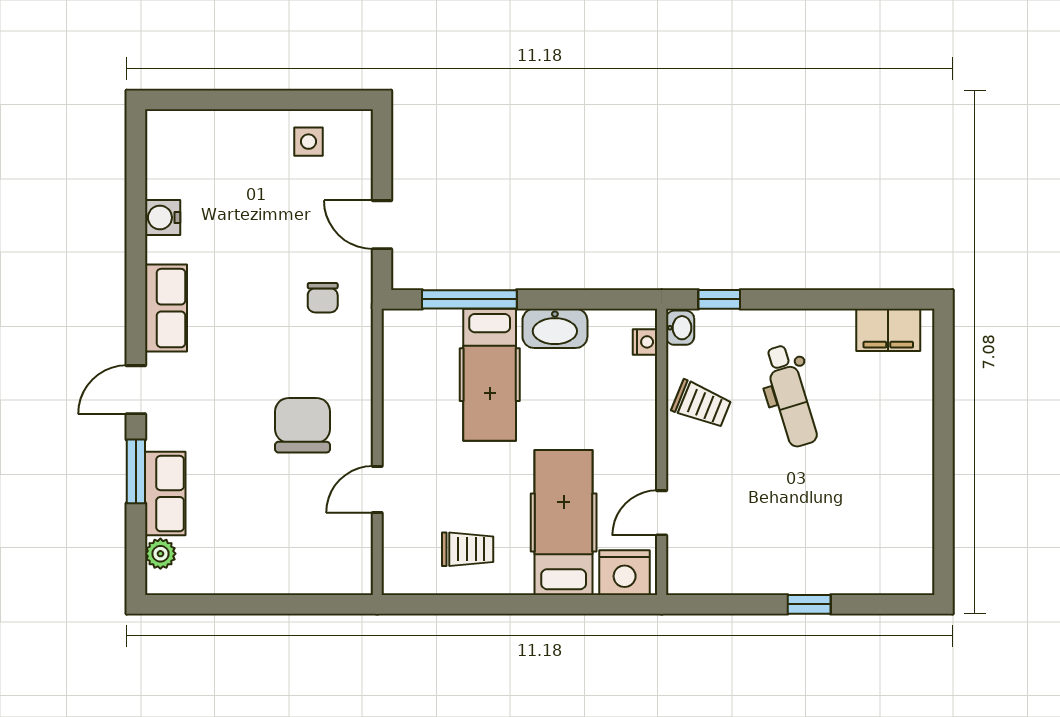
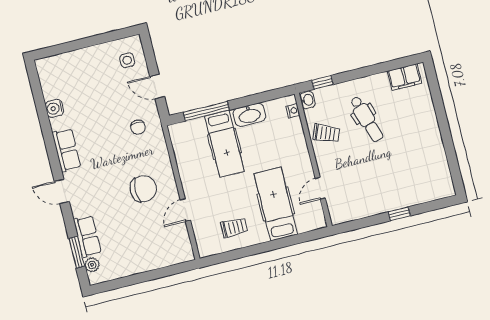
side table: (308, 142) -> (127, 60), moved
door: (136, 390) -> (62, 191), hinge flipped
chair: (303, 425) -> (143, 189), turned 90
window: (136, 471) -> (77, 252), moved
nightstand: (625, 573) -> (310, 220), removed

